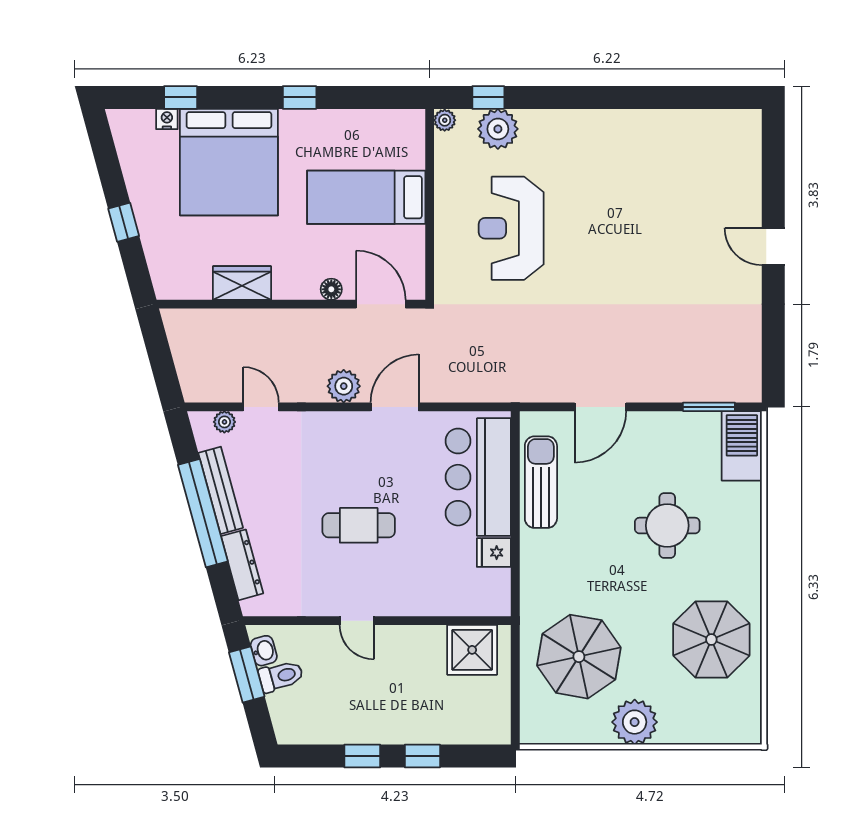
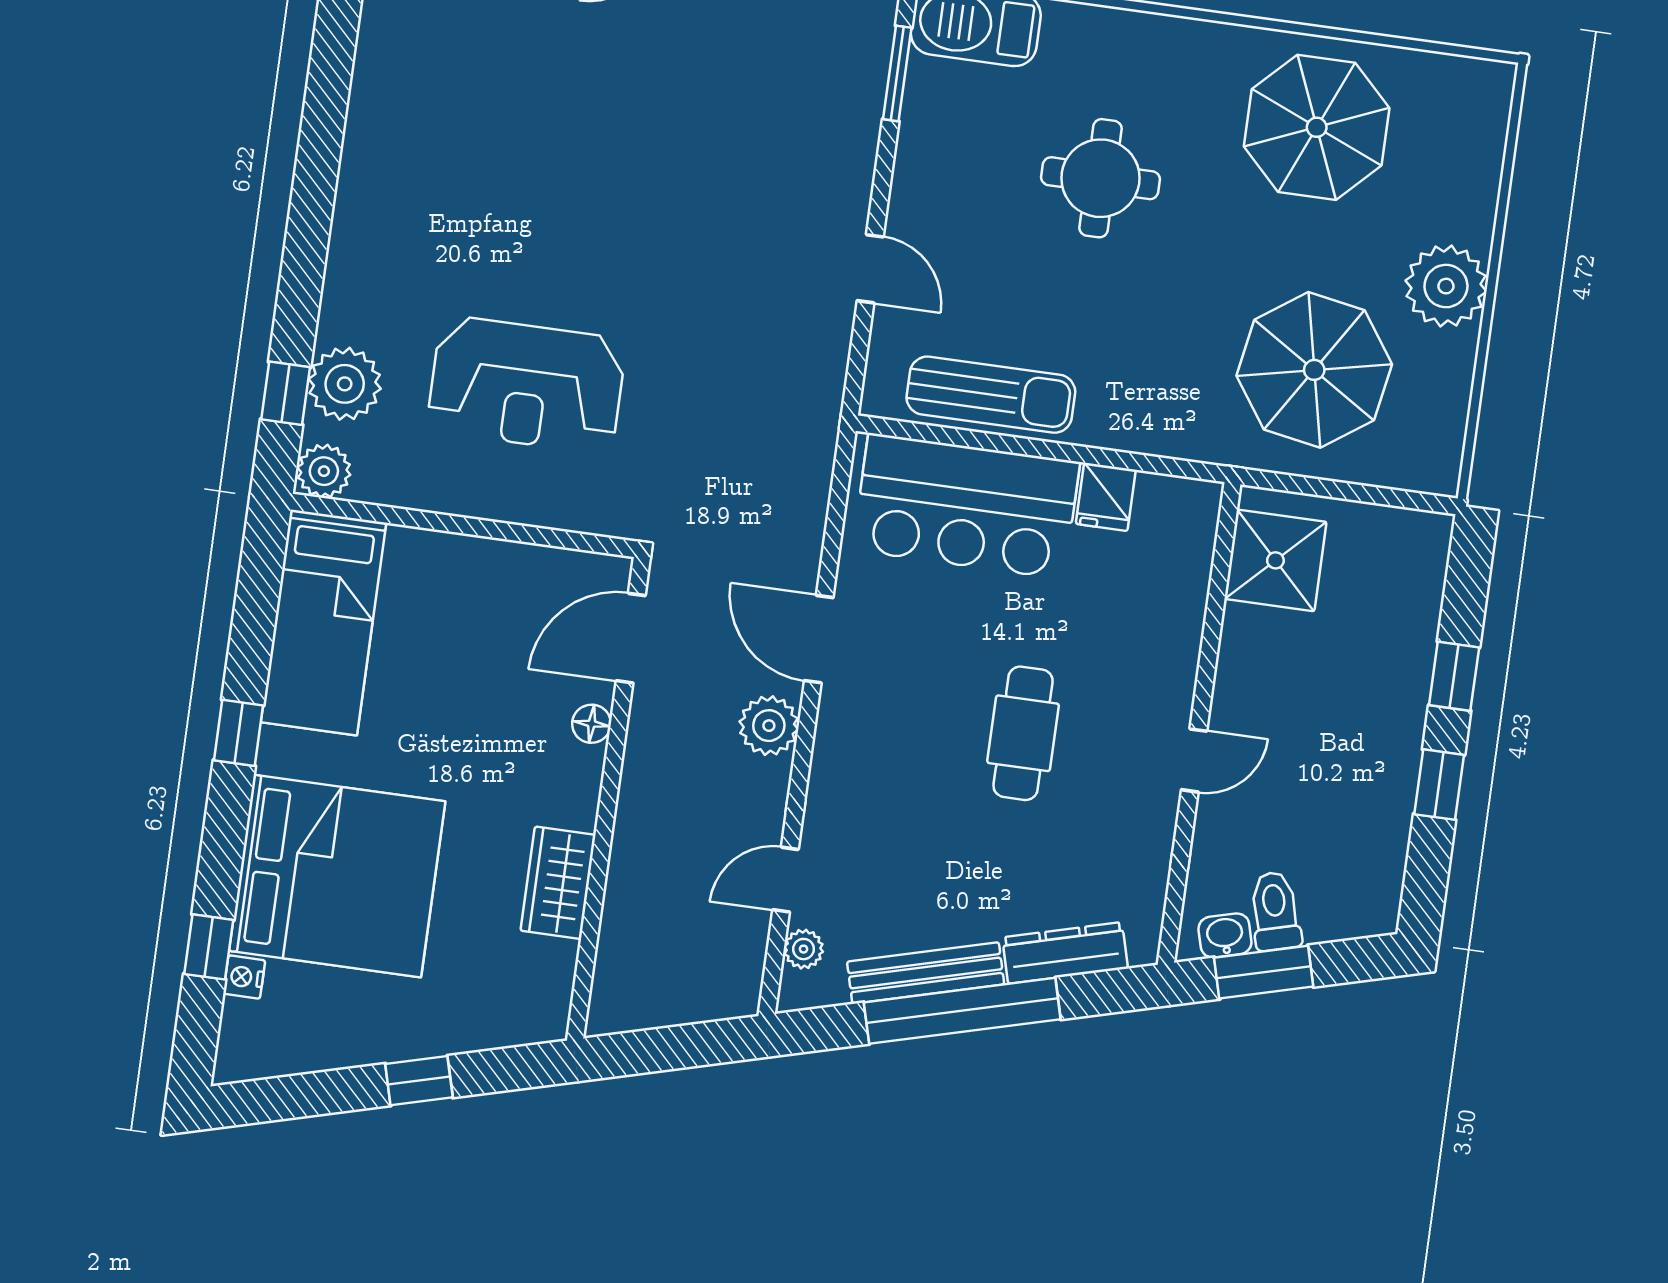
plant: (445, 120) -> (324, 471), width x1.38, depth x1.38
bed: (366, 197) -> (324, 622), moved
door: (600, 407) -> (870, 269), width x0.73
sun lounger: (541, 482) -> (991, 395), turned 180

